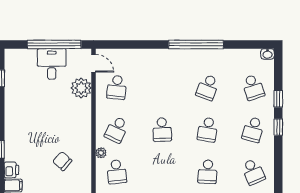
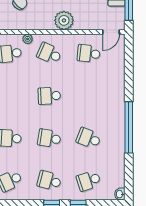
plant: (81, 88) -> (64, 20), moved

